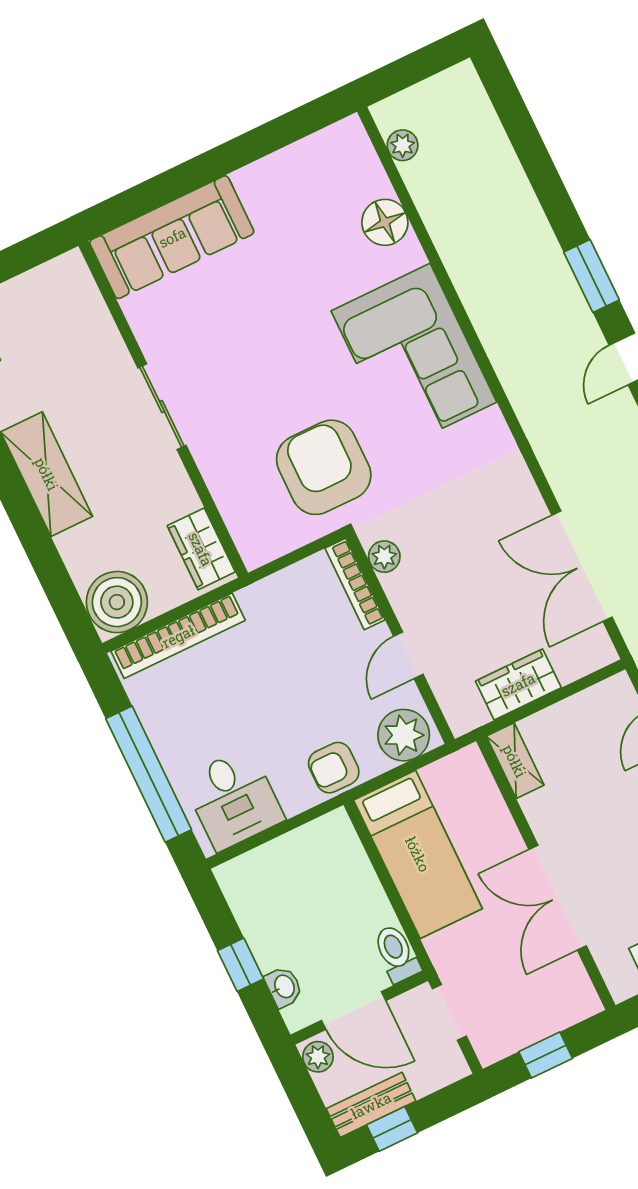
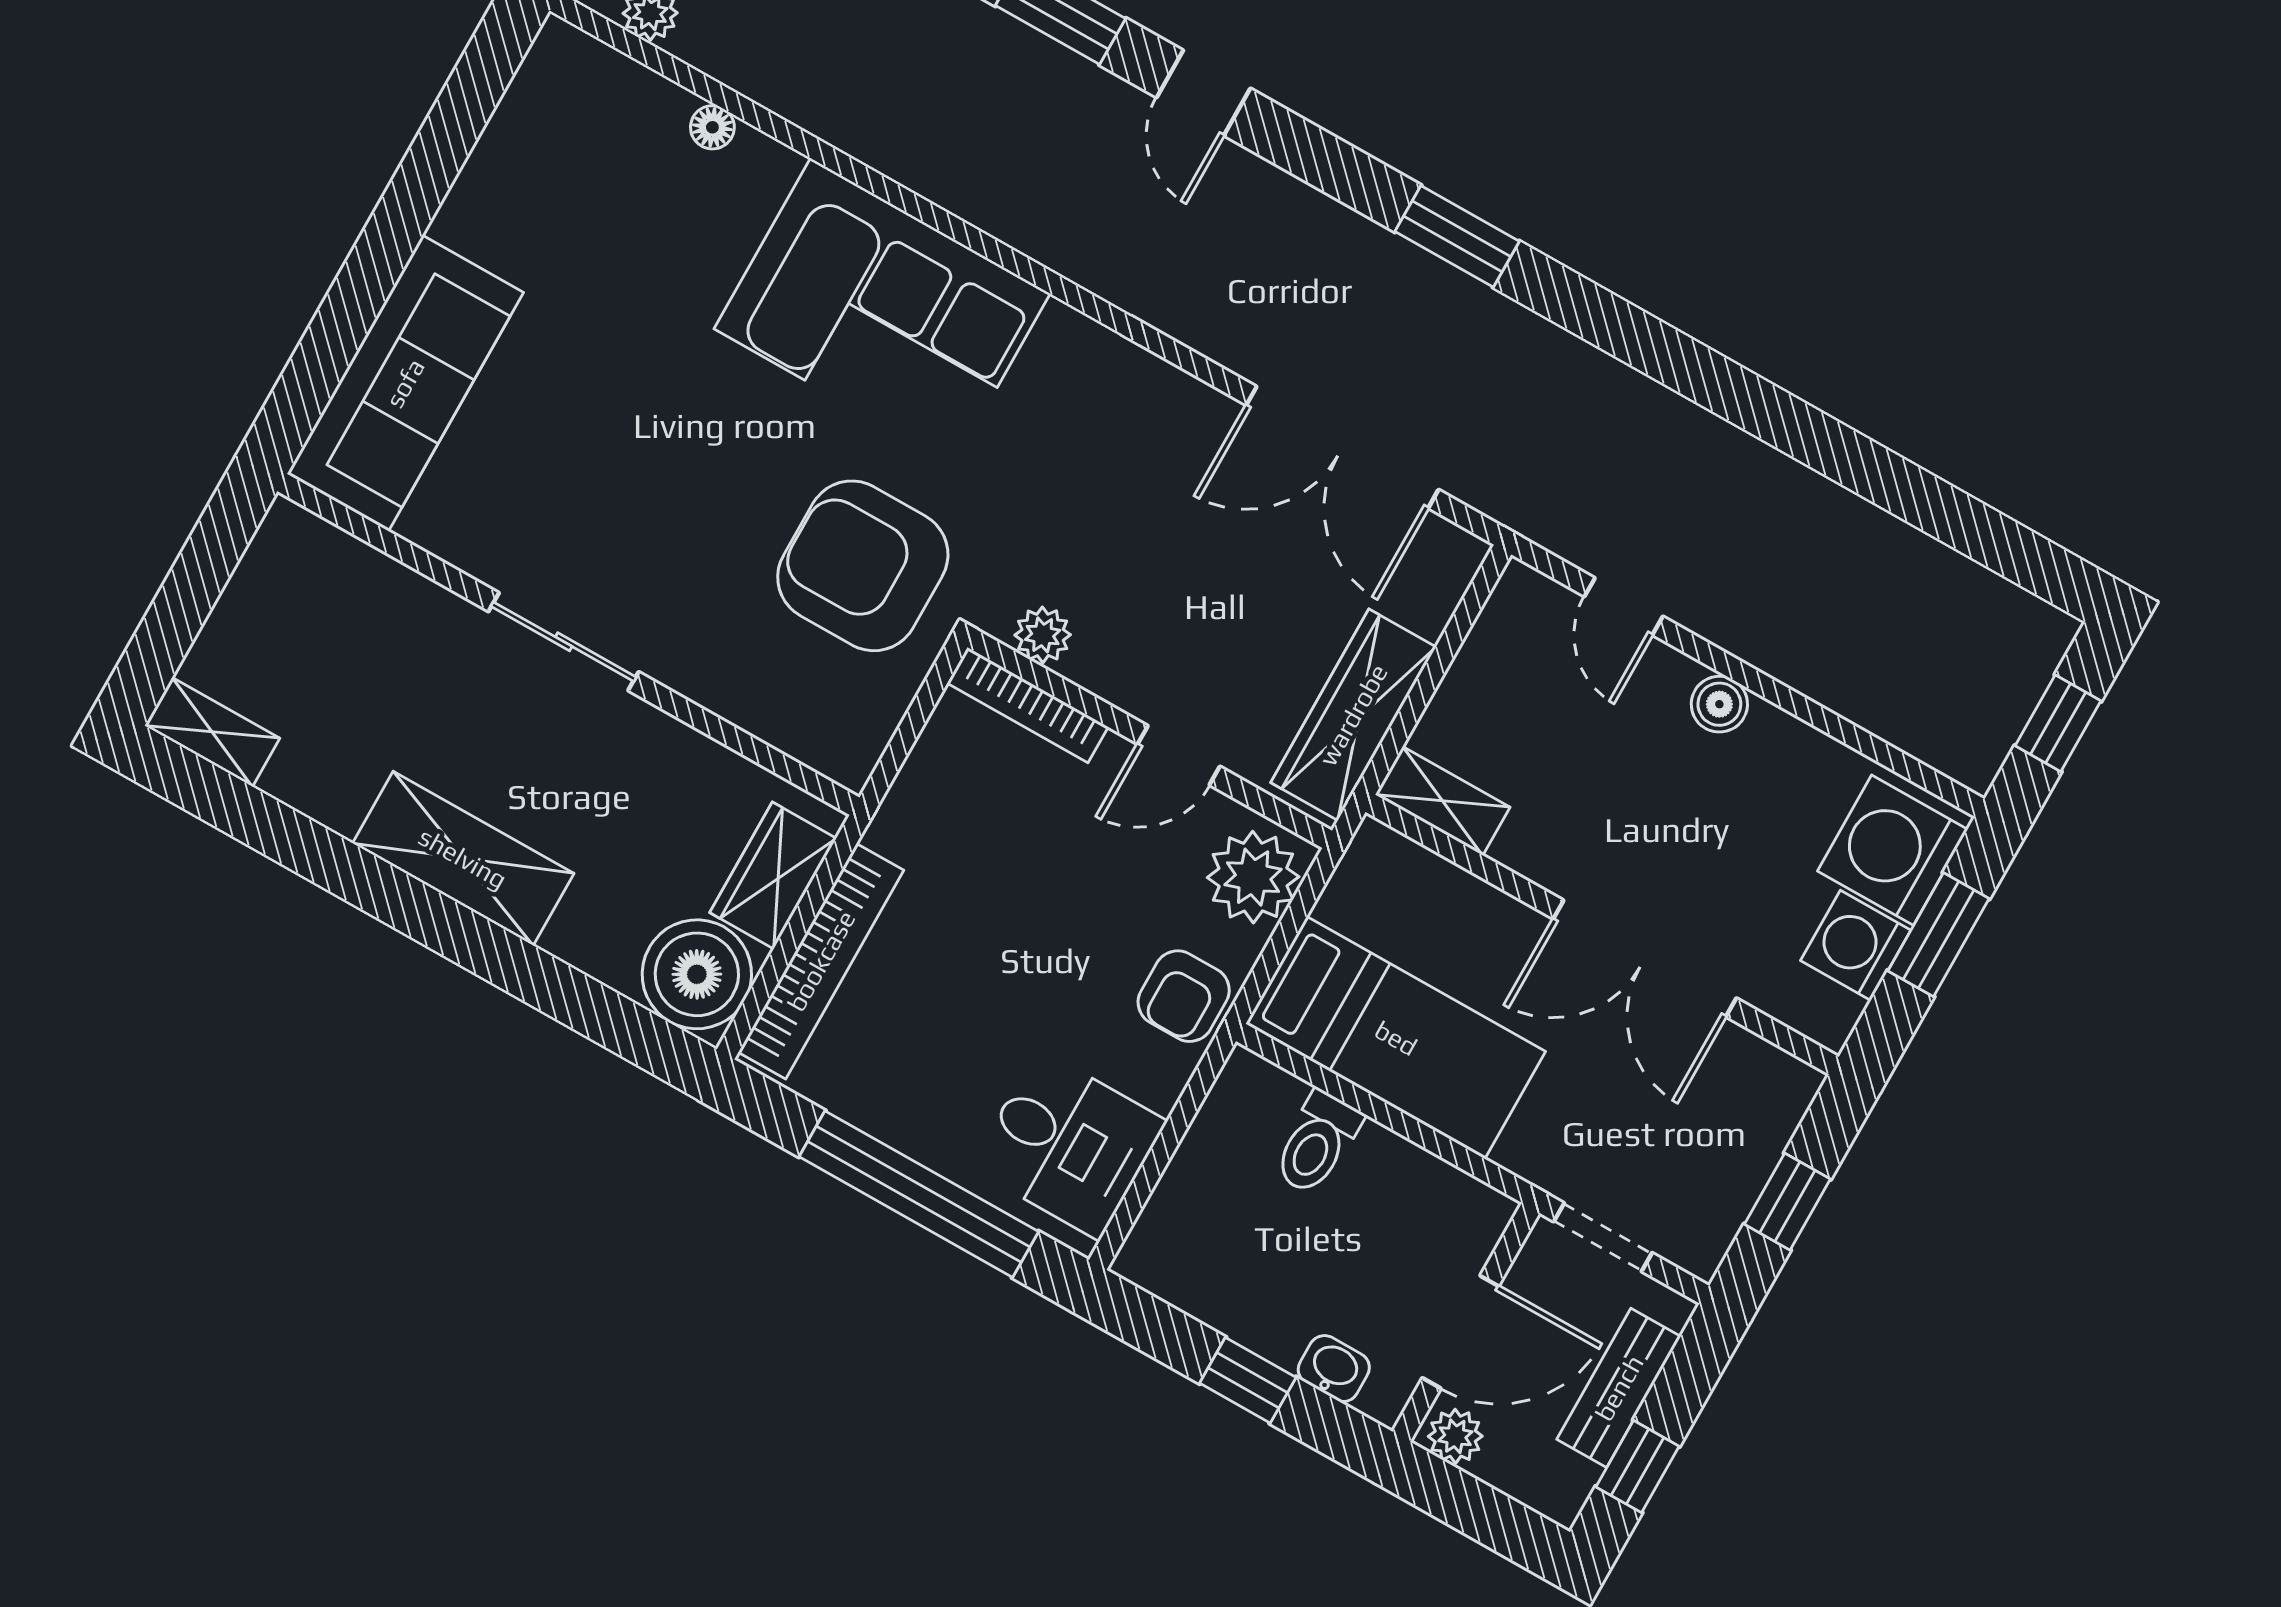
floor lamp: (385, 222) -> (712, 127), width x0.53, depth x0.53
wardrobe: (201, 549) -> (773, 875), moved, turned 90
door: (408, 655) -> (1179, 755), hinge flipped
wardrobe: (518, 684) -> (1353, 715), width x1.50
toilet: (397, 953) -> (1317, 1143), moved, turned -90
bench: (371, 1105) -> (1619, 1388), moved

